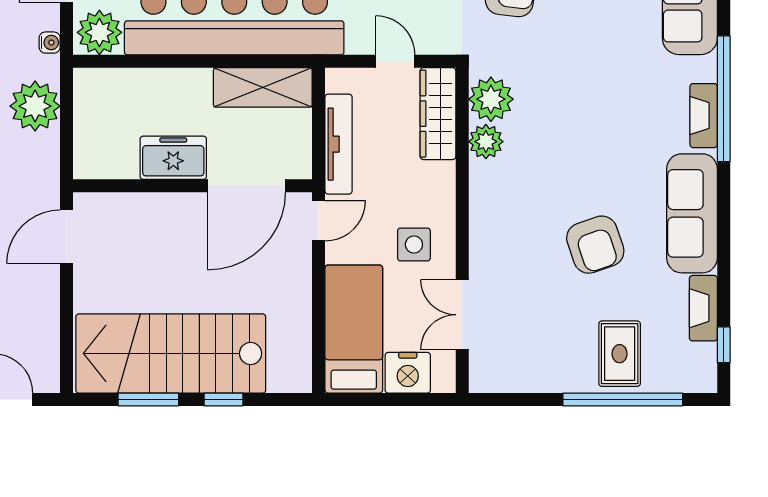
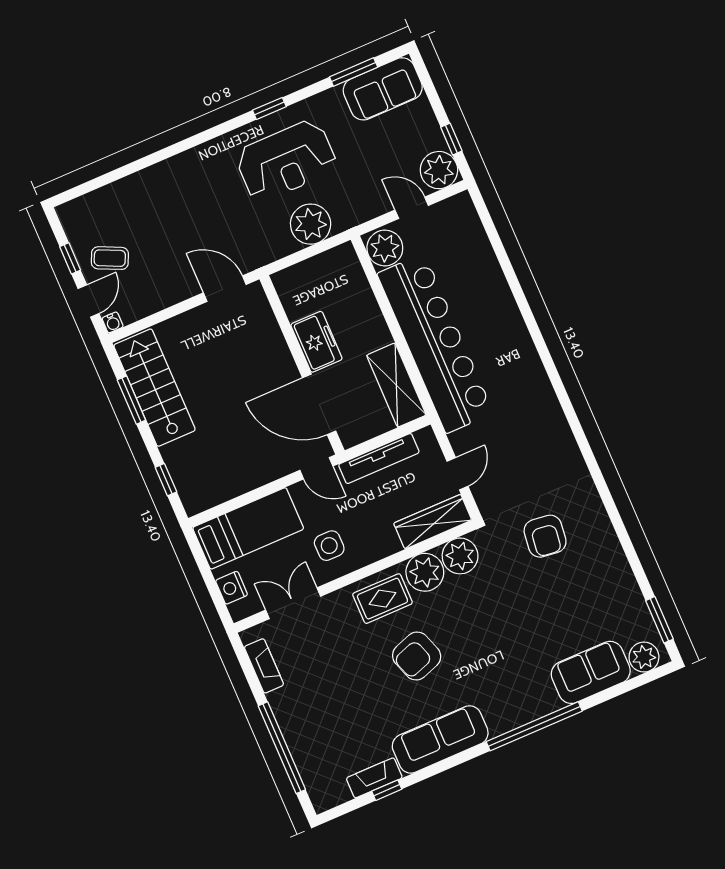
water cooler: (50, 43) -> (113, 322), moved
fireplace: (704, 116) -> (264, 666), moved, turned 90
plant: (486, 142) -> (425, 572), width x1.36, depth x1.36
armchair: (595, 245) -> (417, 656), moved
window: (724, 345) -> (387, 790), moved
stairs: (171, 353) -> (154, 388), width x0.73, depth x0.66
rug: (620, 354) -> (382, 599), moved
nightstand: (408, 373) -> (232, 588), width x0.74, depth x0.75
window: (224, 399) -> (166, 480), moved

